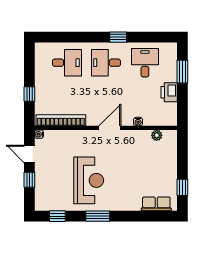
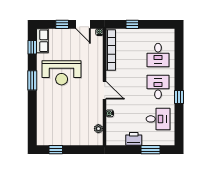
door: (29, 154) -> (83, 24), swing flipped
row of seats: (156, 204) -> (42, 41), moved

